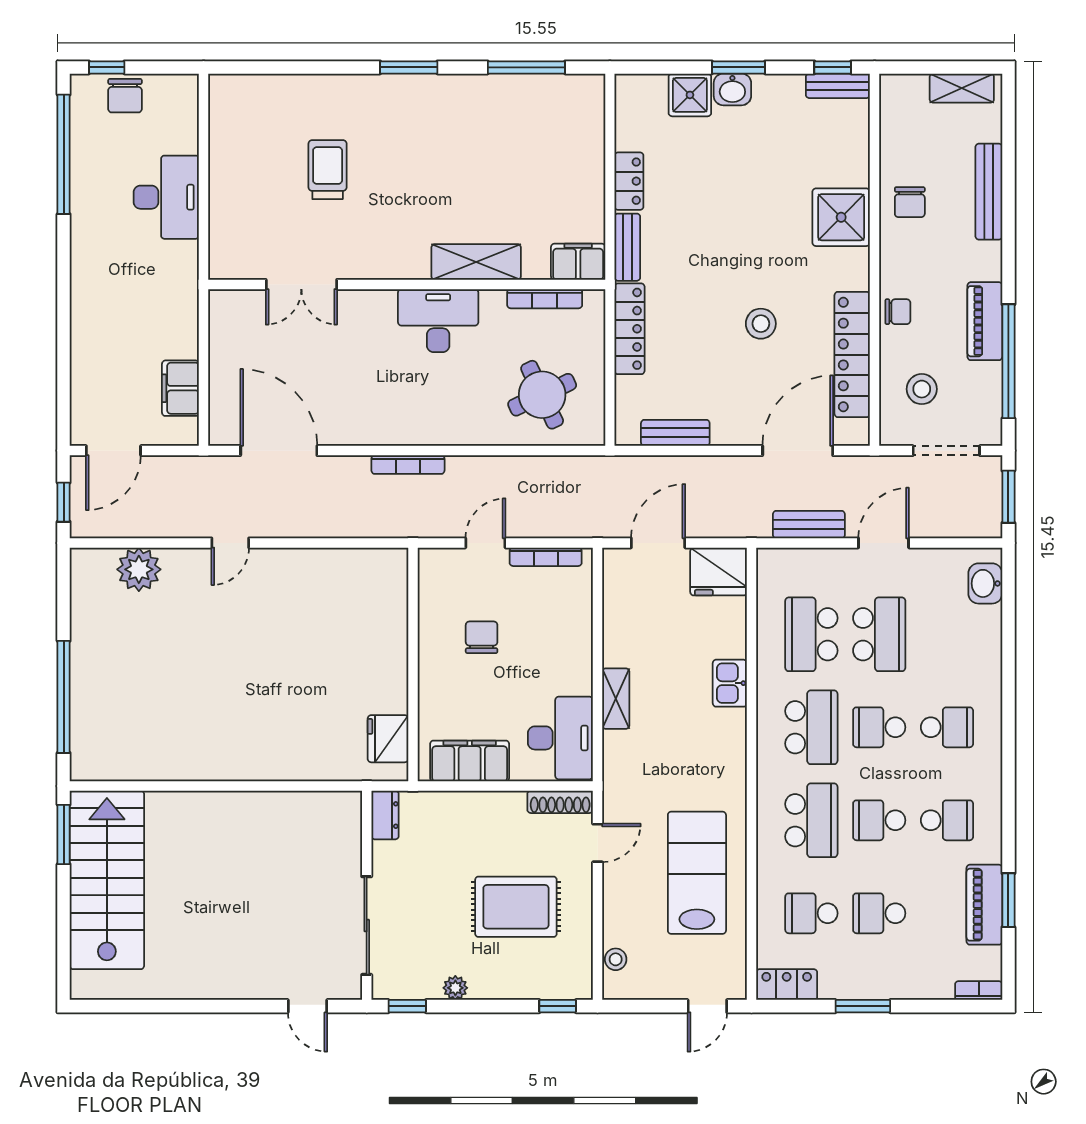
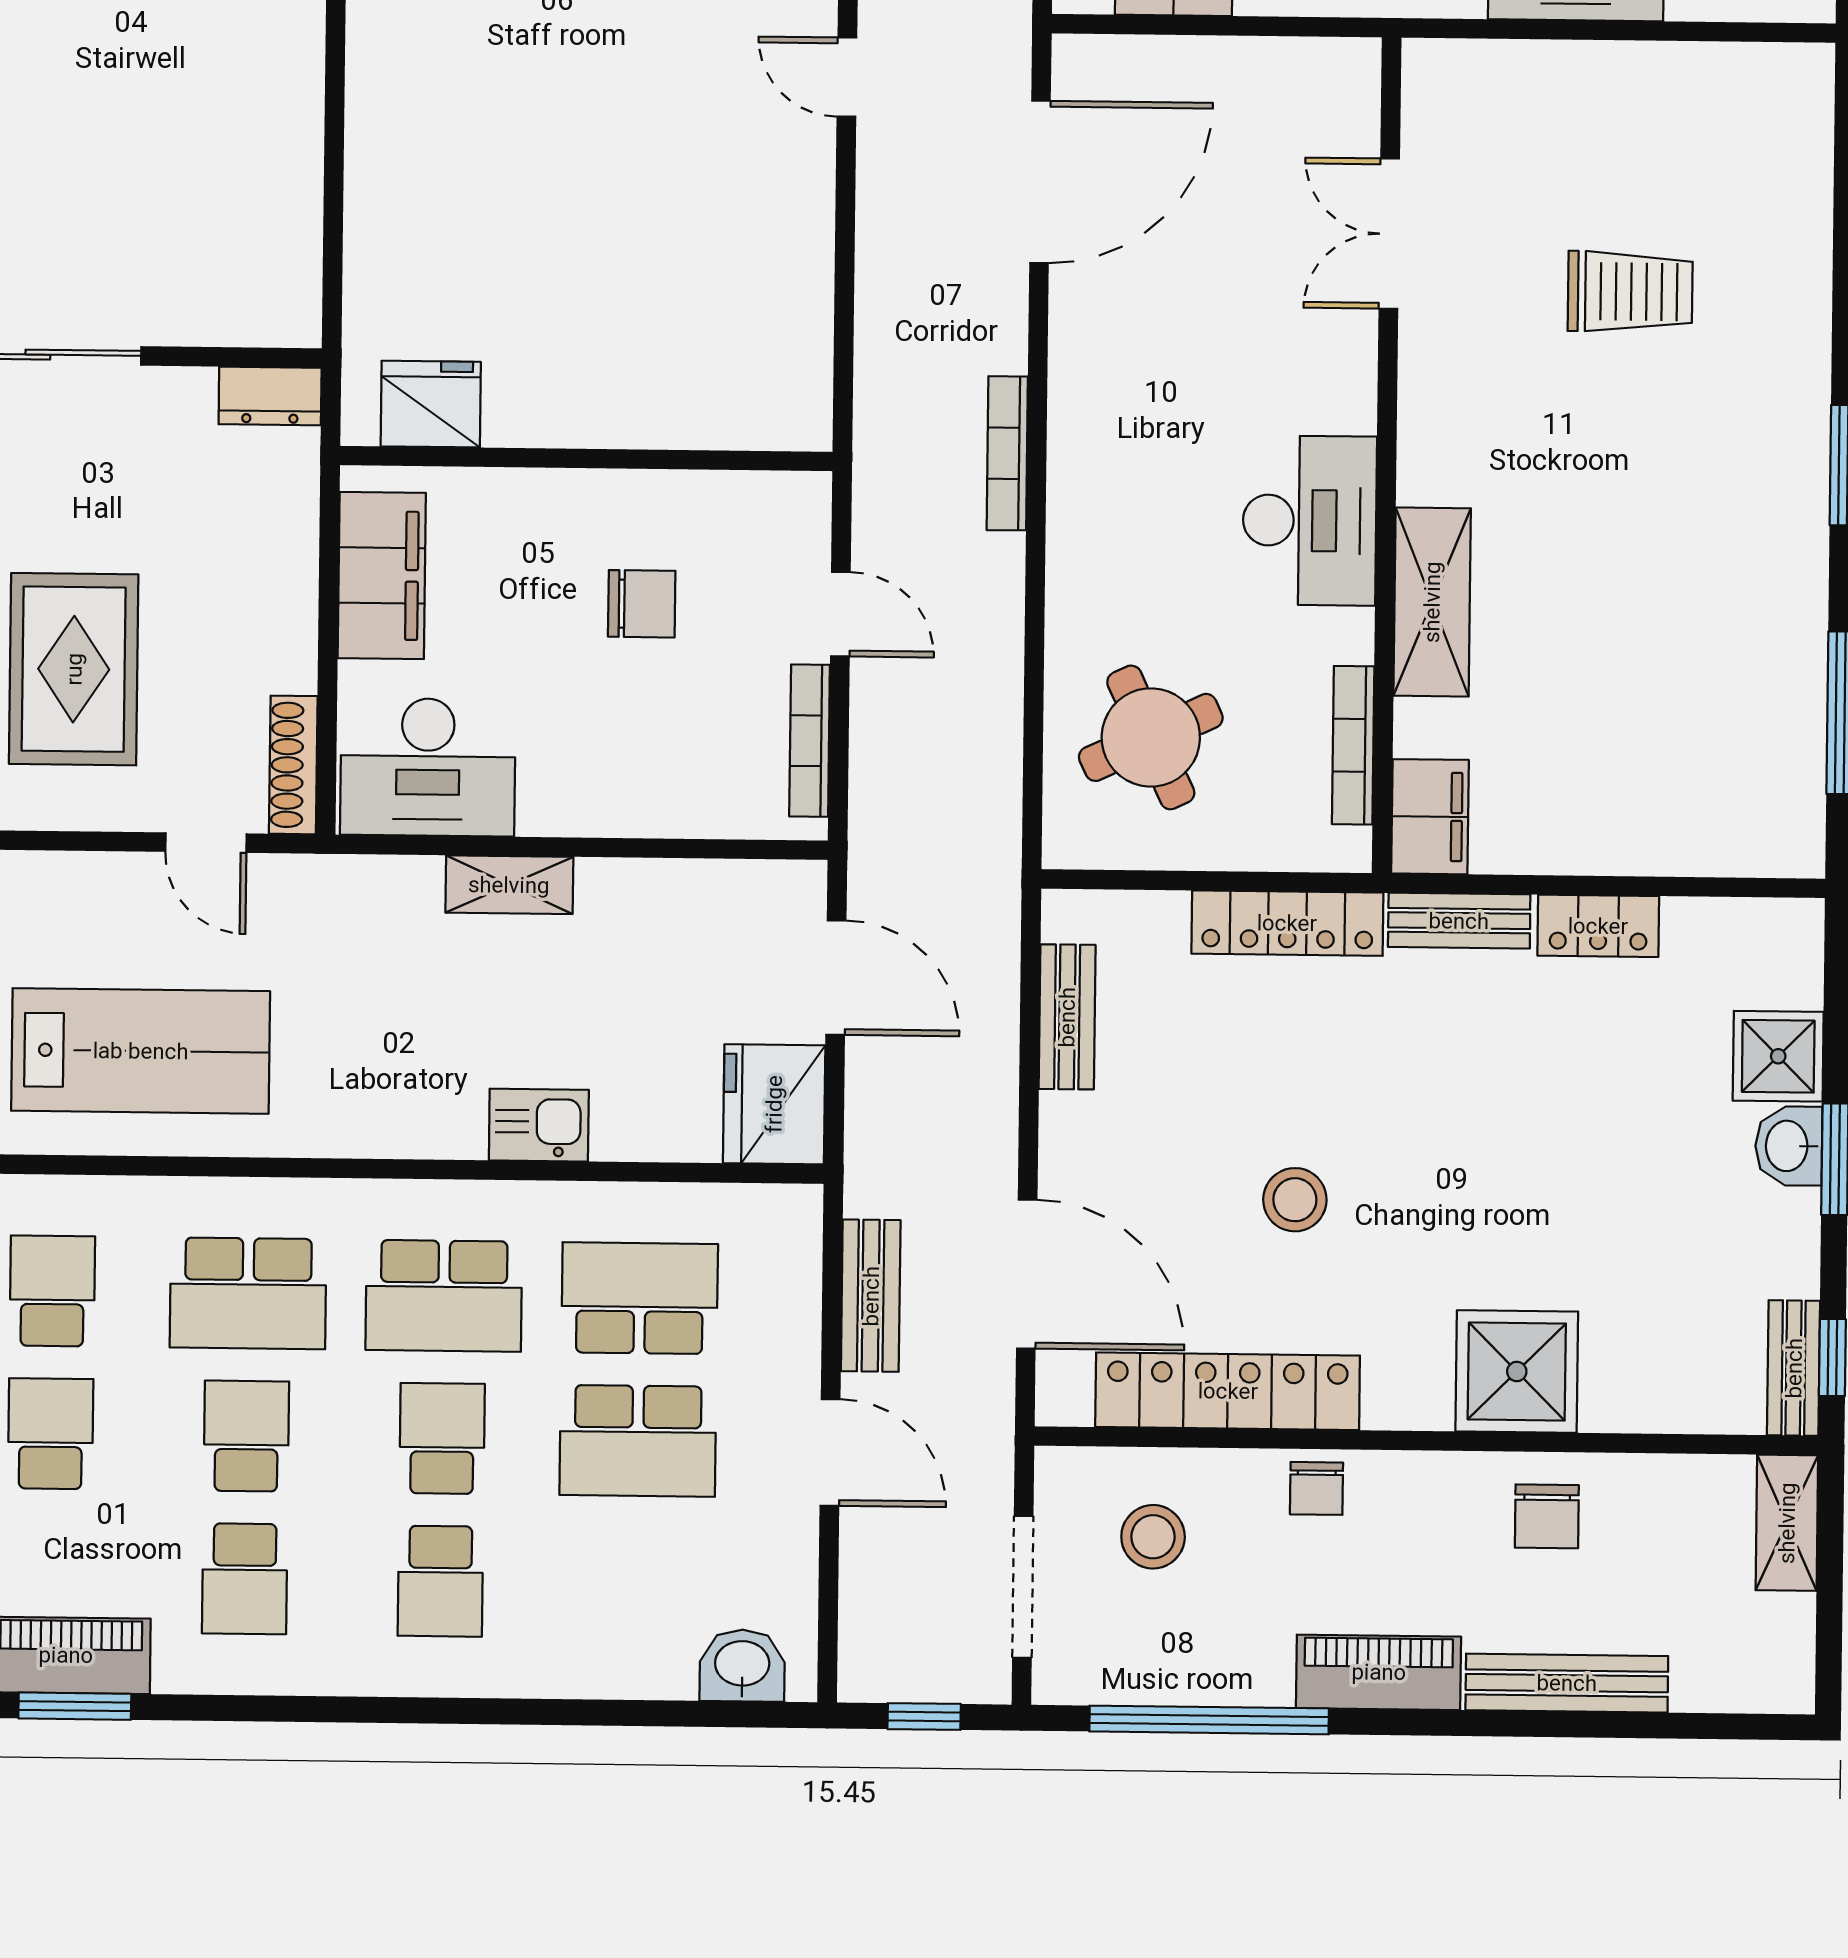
shelving: (962, 88) -> (1787, 1523), moved
chair: (910, 202) -> (1547, 1516), turned -90
piano: (985, 321) -> (1379, 1672), moved
window: (1008, 497) -> (924, 1717), width x0.67

